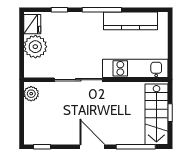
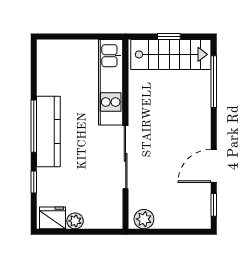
kitchen counter: (130, 21) -> (48, 132), moved
plant: (35, 47) -> (75, 221), width x0.53, depth x0.53
door: (92, 147) -> (214, 166), moved

